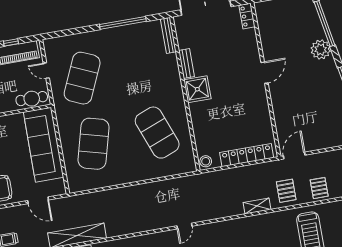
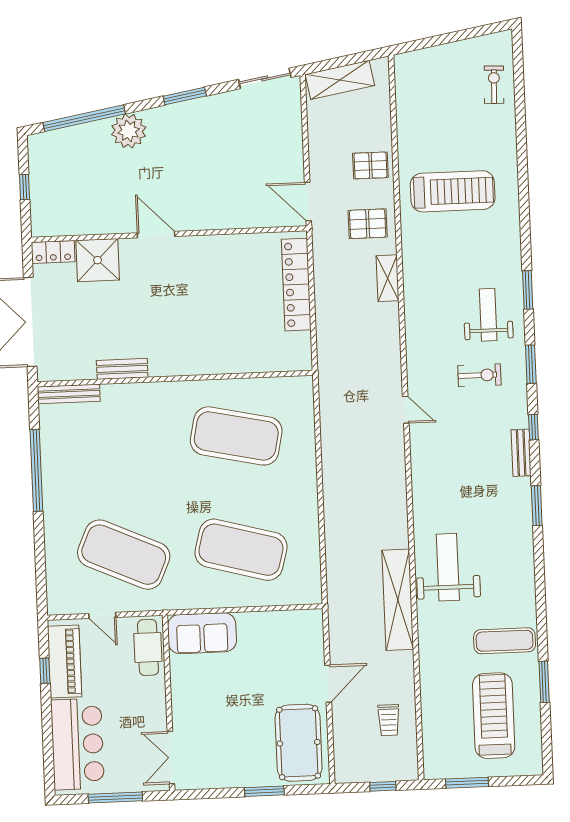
door: (46, 71) -> (102, 615), hinge flipped
shower: (197, 89) -> (98, 260), moved
exercise mat: (157, 133) -> (236, 436), turned 33
sofa: (44, 145) -> (202, 633), width x0.54, depth x0.79
stool: (206, 161) -> (298, 358), removed
door: (38, 200) -> (328, 684), moved

